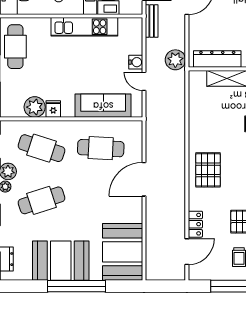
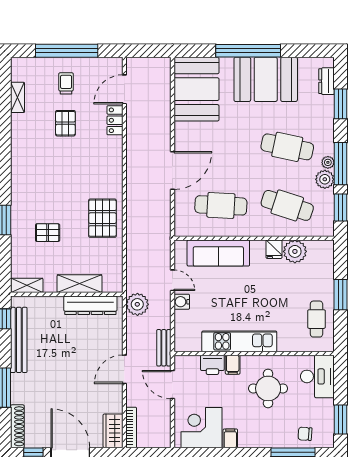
cafe table: (15, 47) -> (316, 319), width x0.73, depth x0.74
pallet: (208, 170) -> (102, 218), moved
cafe table: (41, 200) -> (287, 147), turned 30

